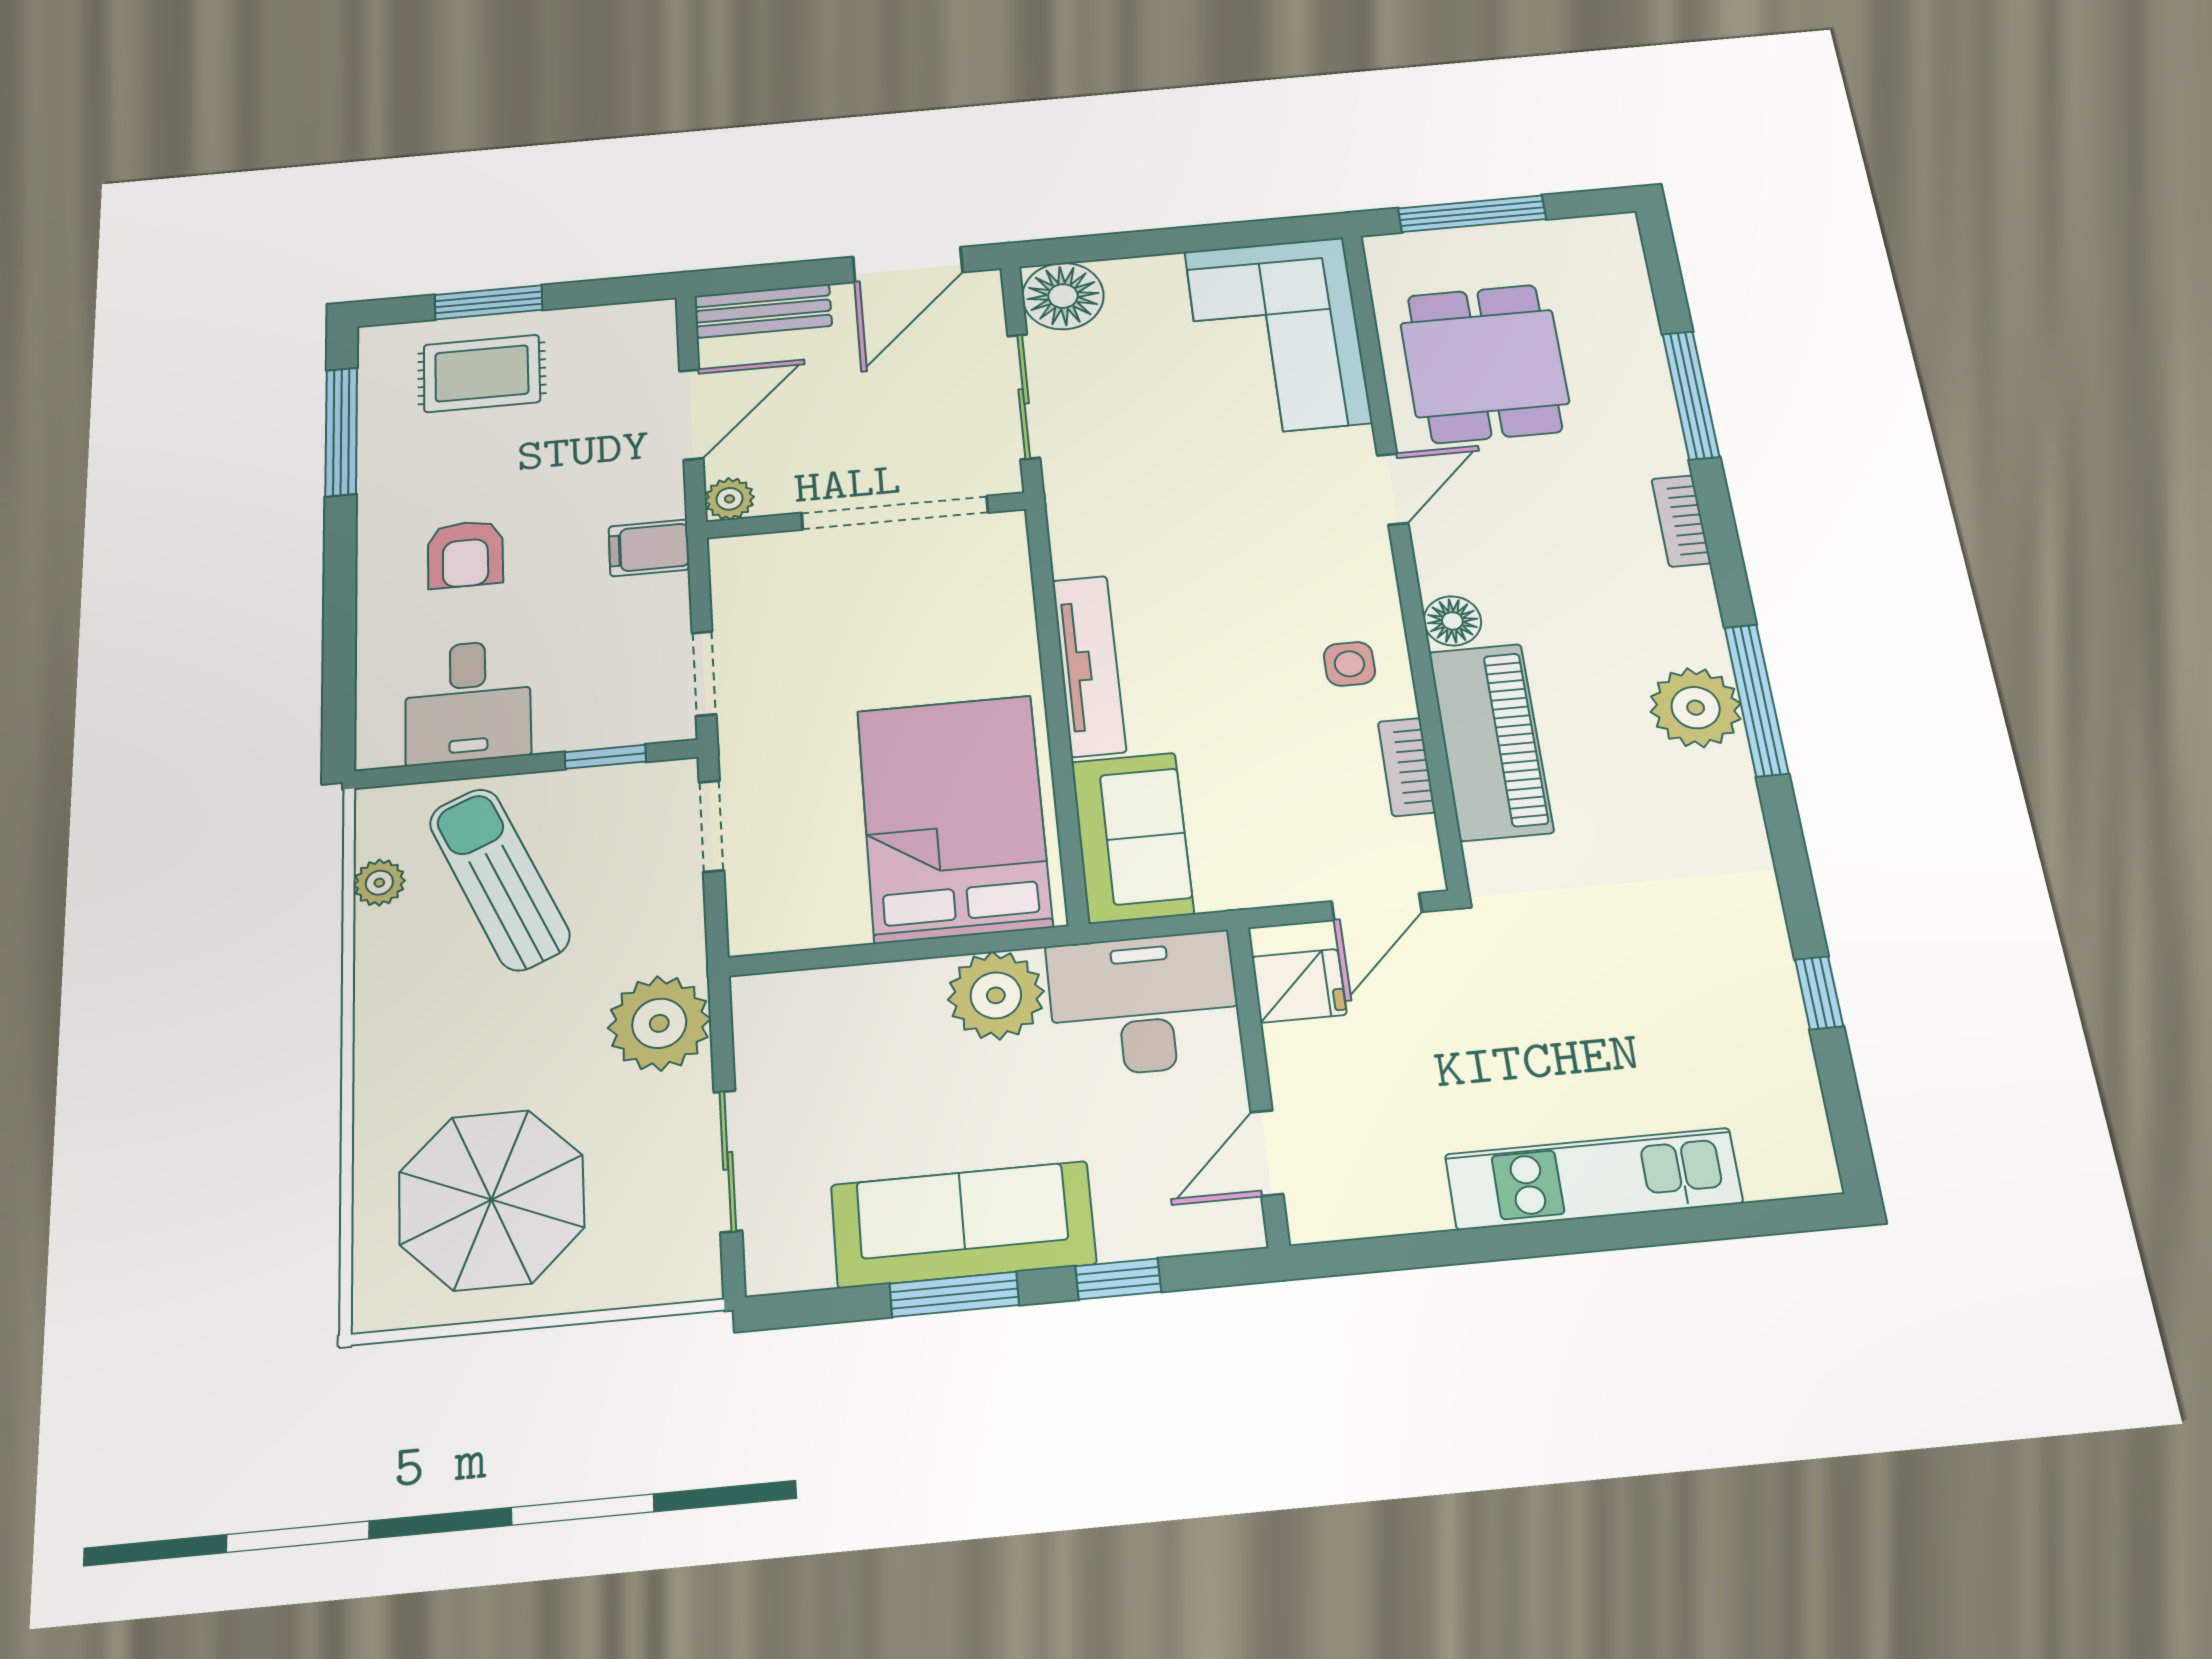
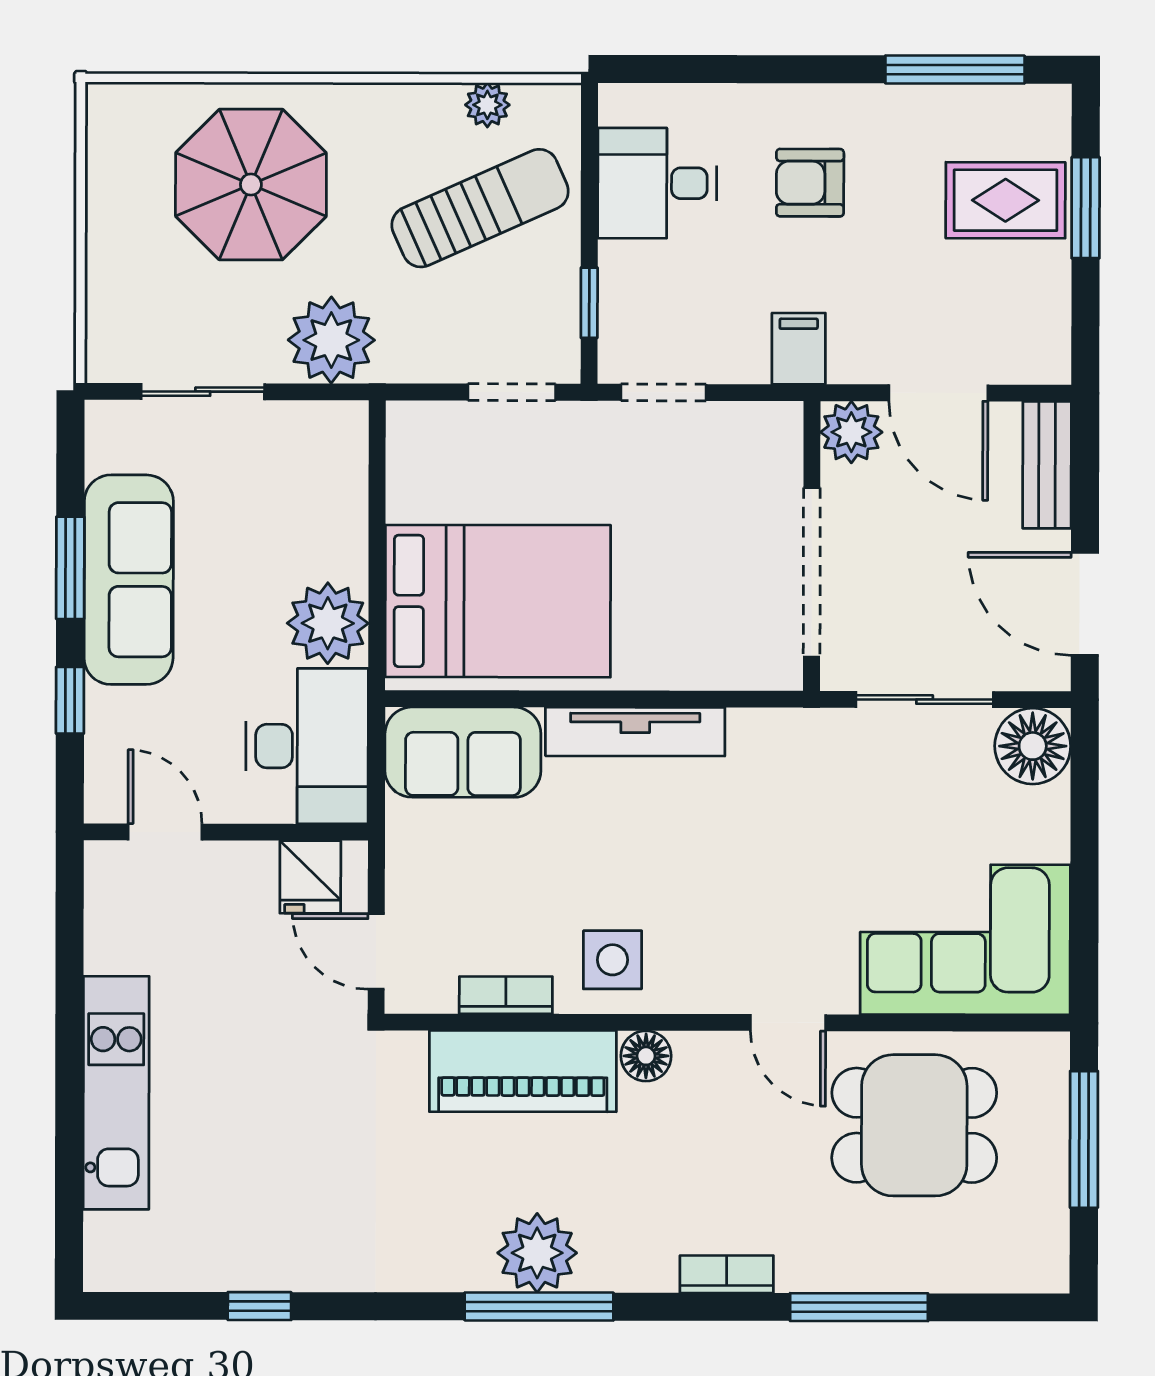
rug: (482, 373) -> (1005, 200), turned 90
plant: (729, 499) -> (851, 432), width x1.38, depth x1.38
side table: (1349, 664) -> (612, 960), width x1.37, depth x1.37
parasol: (491, 1200) -> (251, 185), moved

